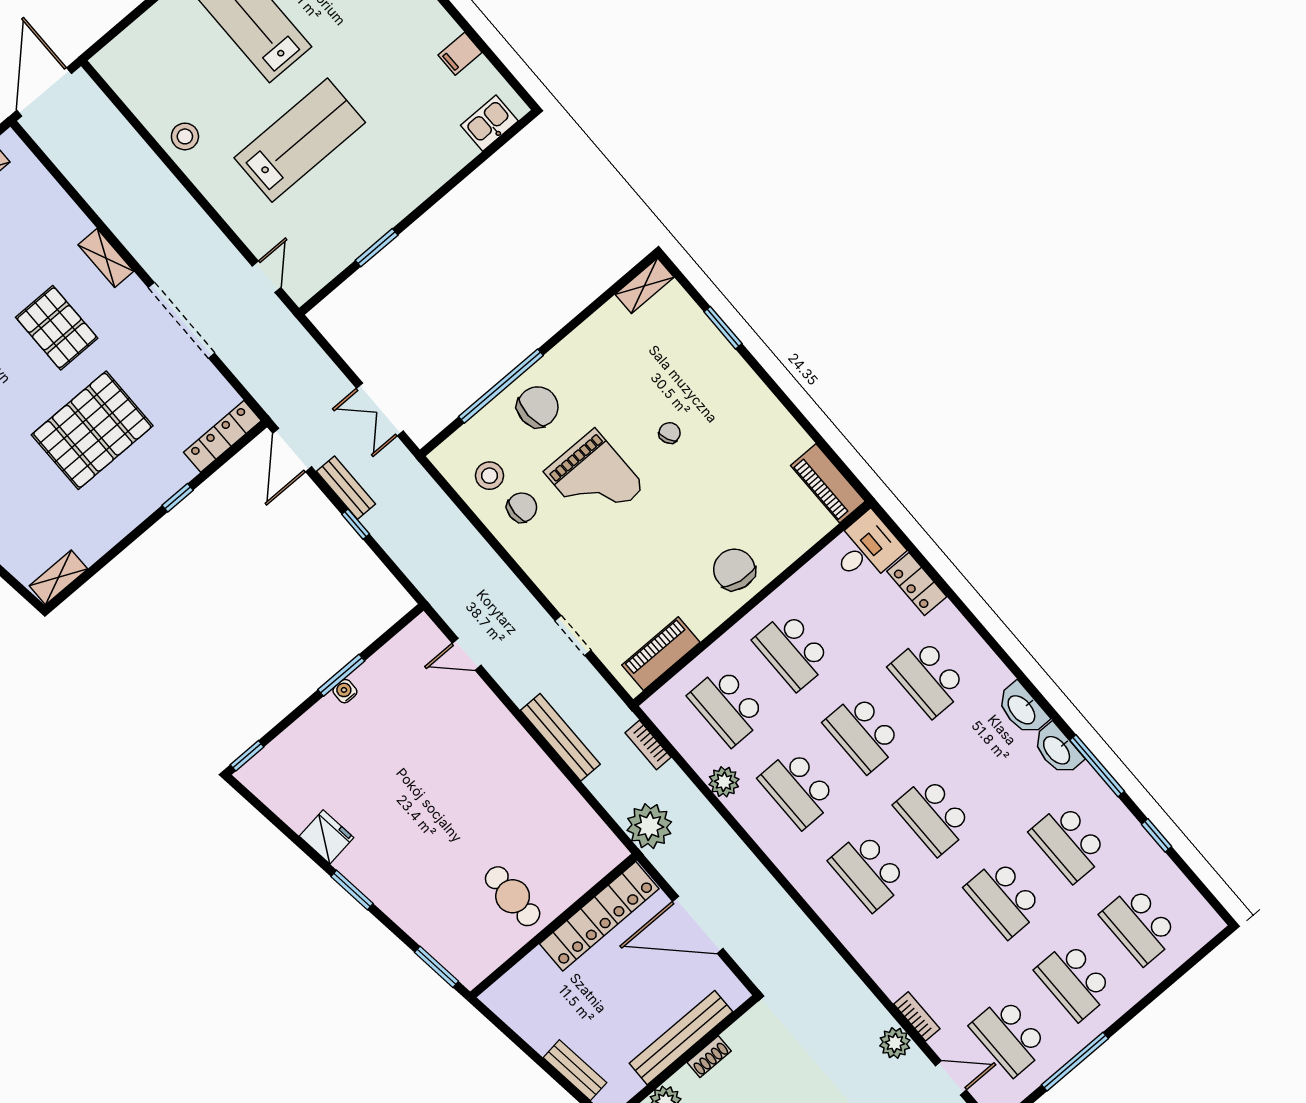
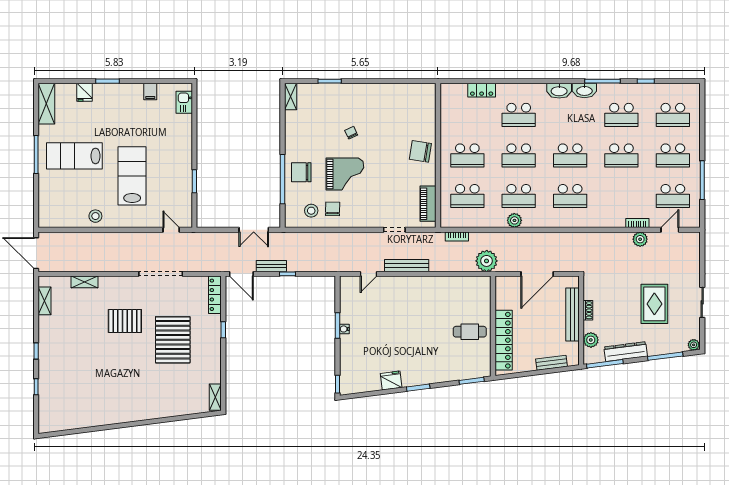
shelving: (106, 258) -> (84, 282), moved
chair: (538, 407) -> (301, 172), turned -88
piano: (828, 483) -> (418, 91), removed
desk: (866, 549) -> (453, 98), removed
bench: (560, 737) -> (407, 266), moved
plant: (724, 782) -> (514, 220), moved
locker: (599, 916) -> (504, 340), moved

